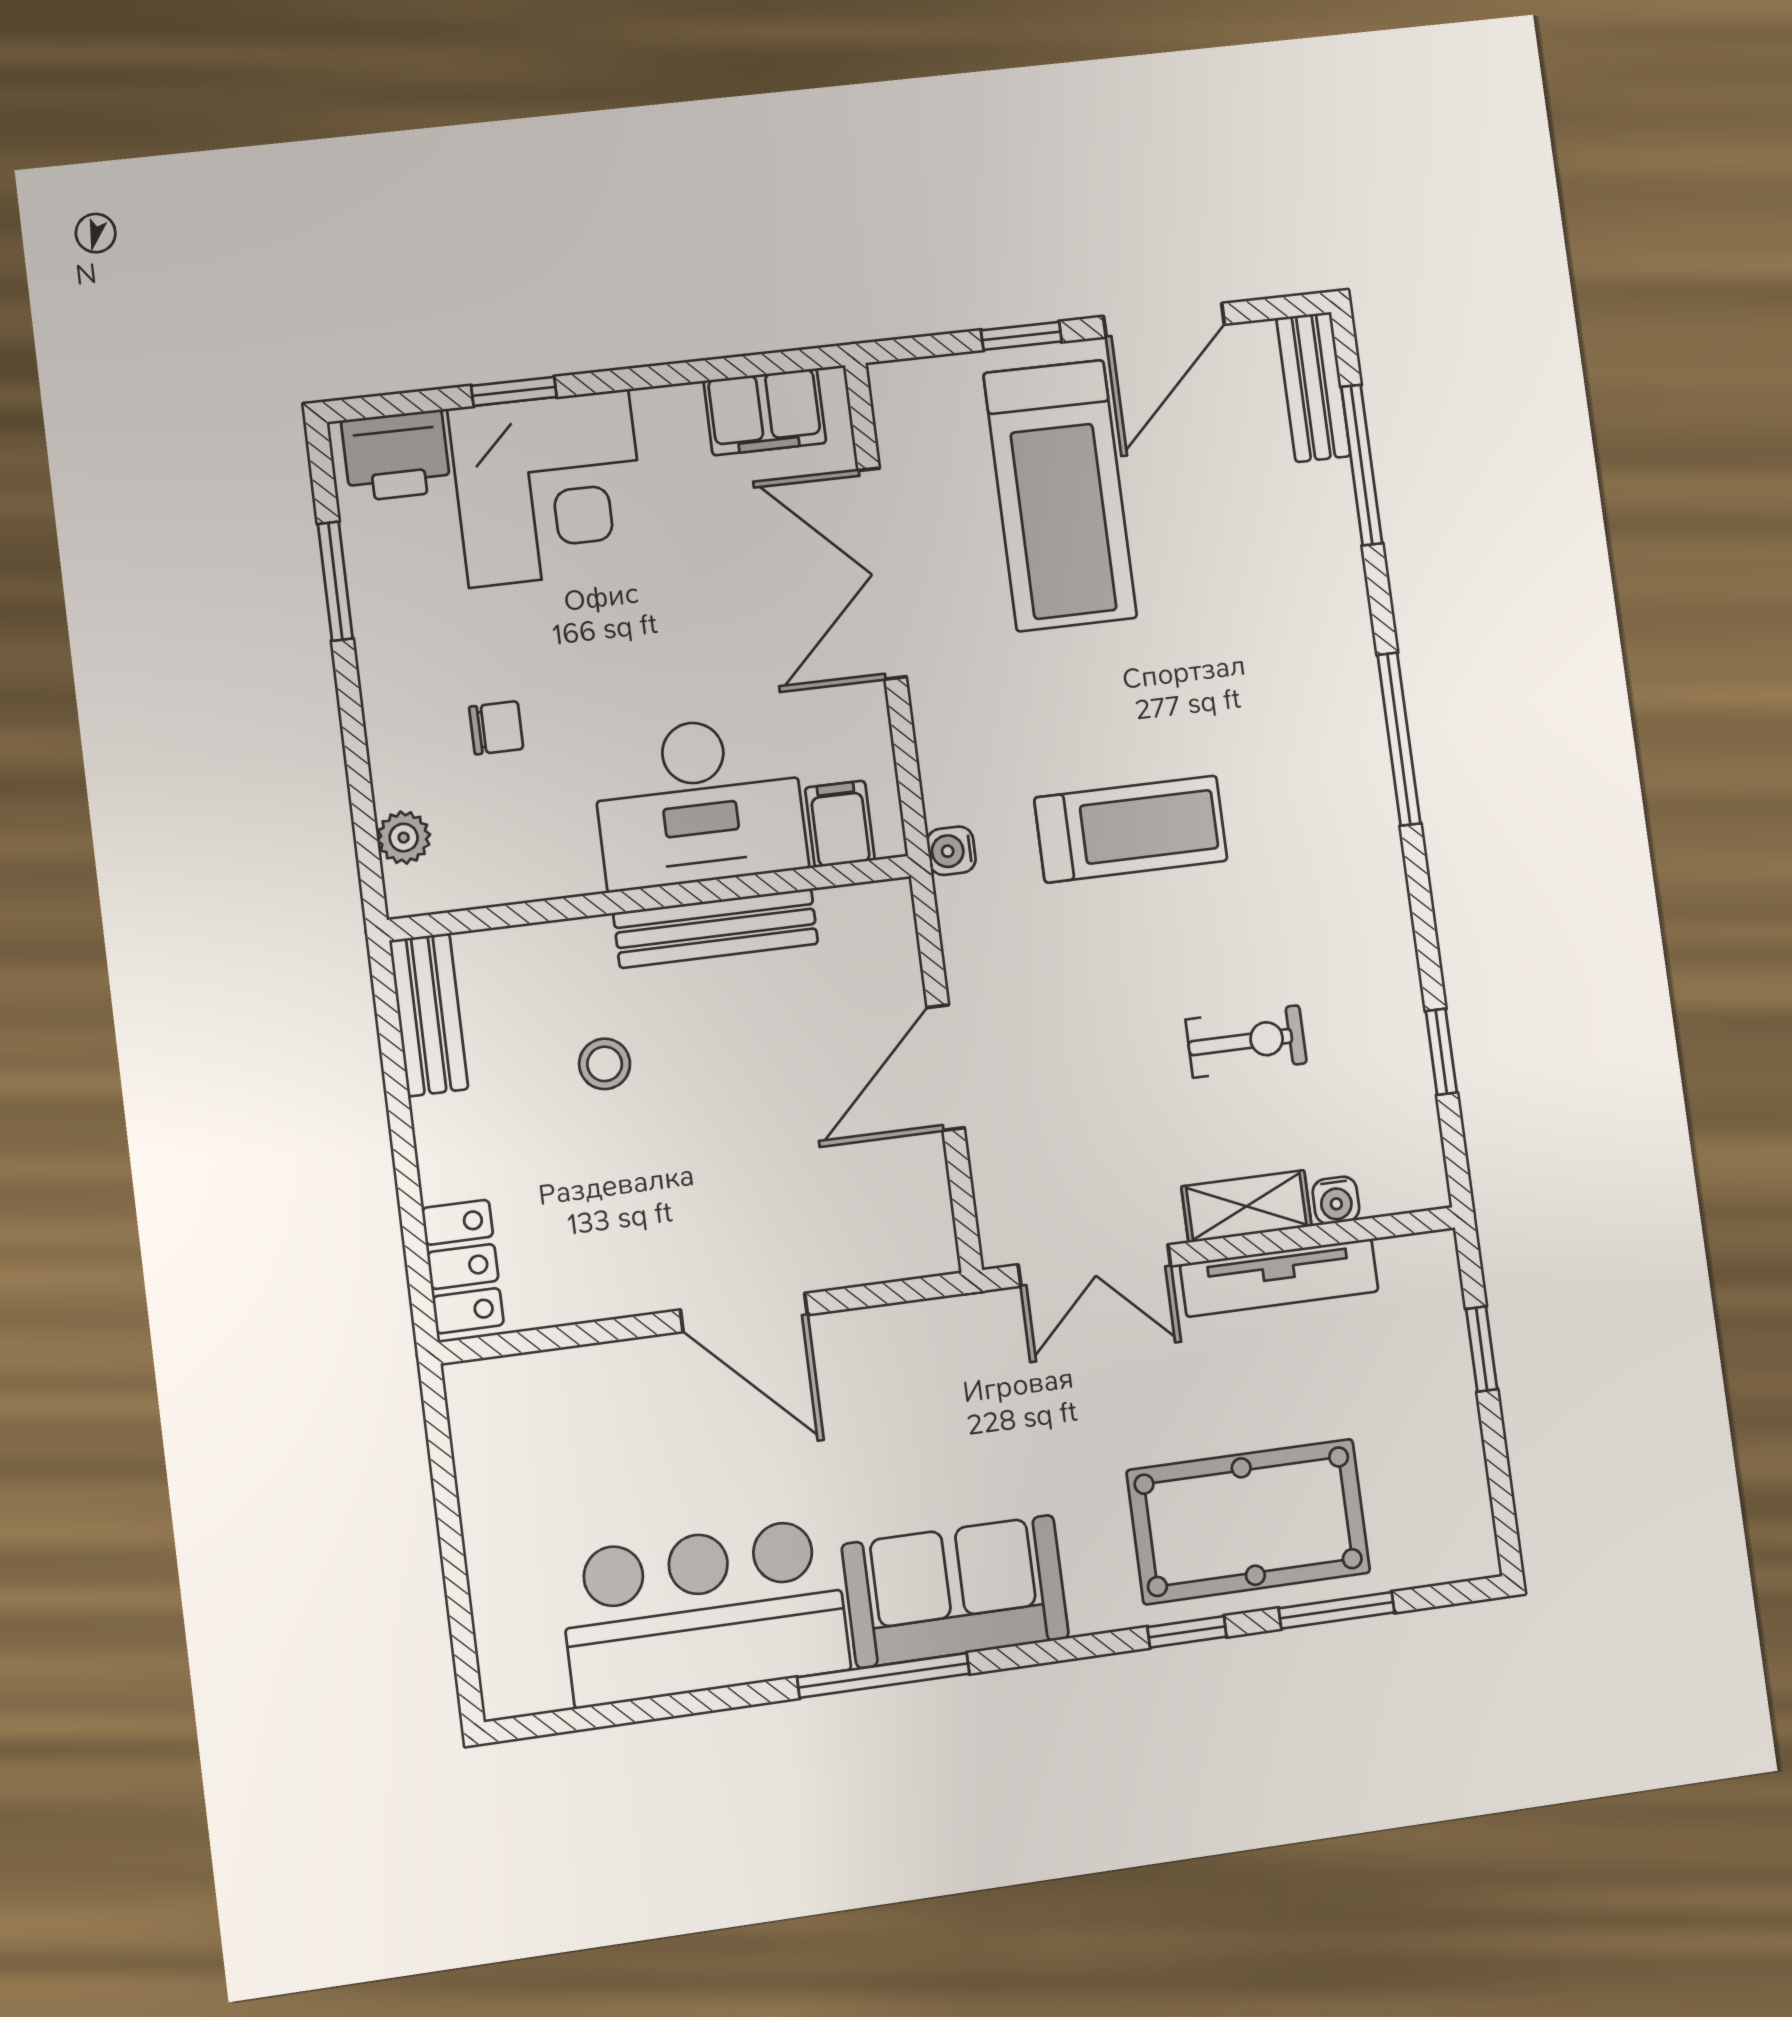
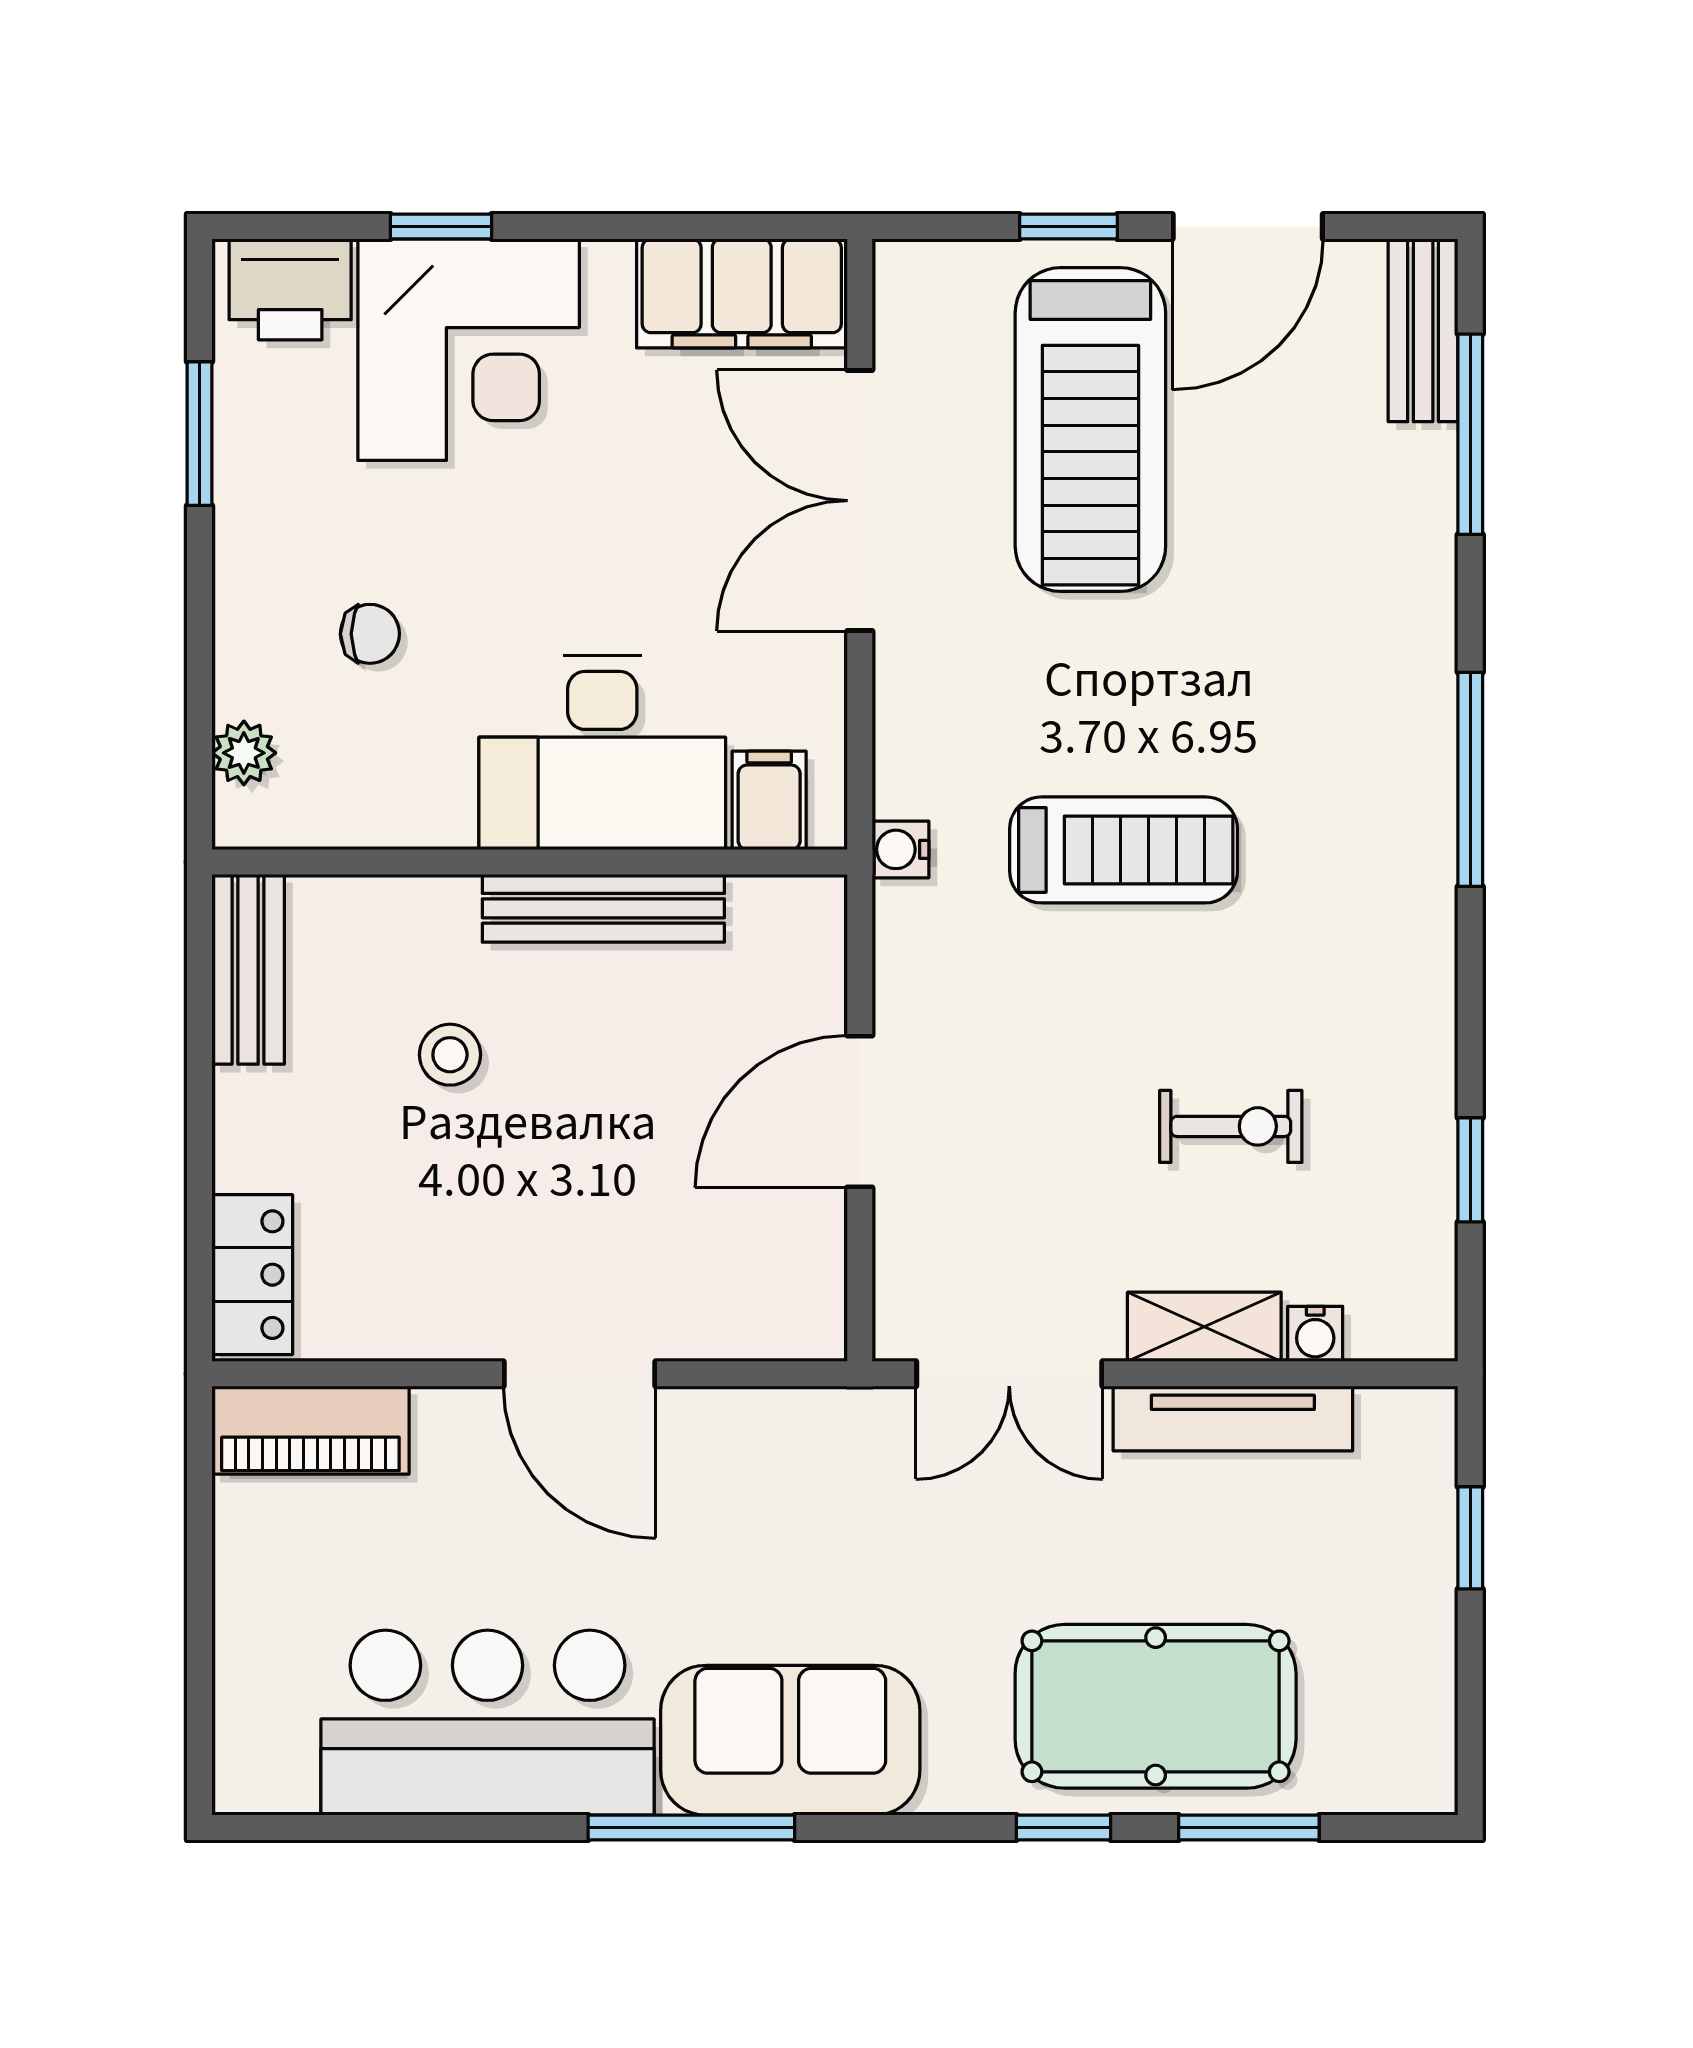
filing cabinet: (765, 412) -> (742, 293), width x1.50, depth x1.17
piano: (527, 1389) -> (310, 1430), added

